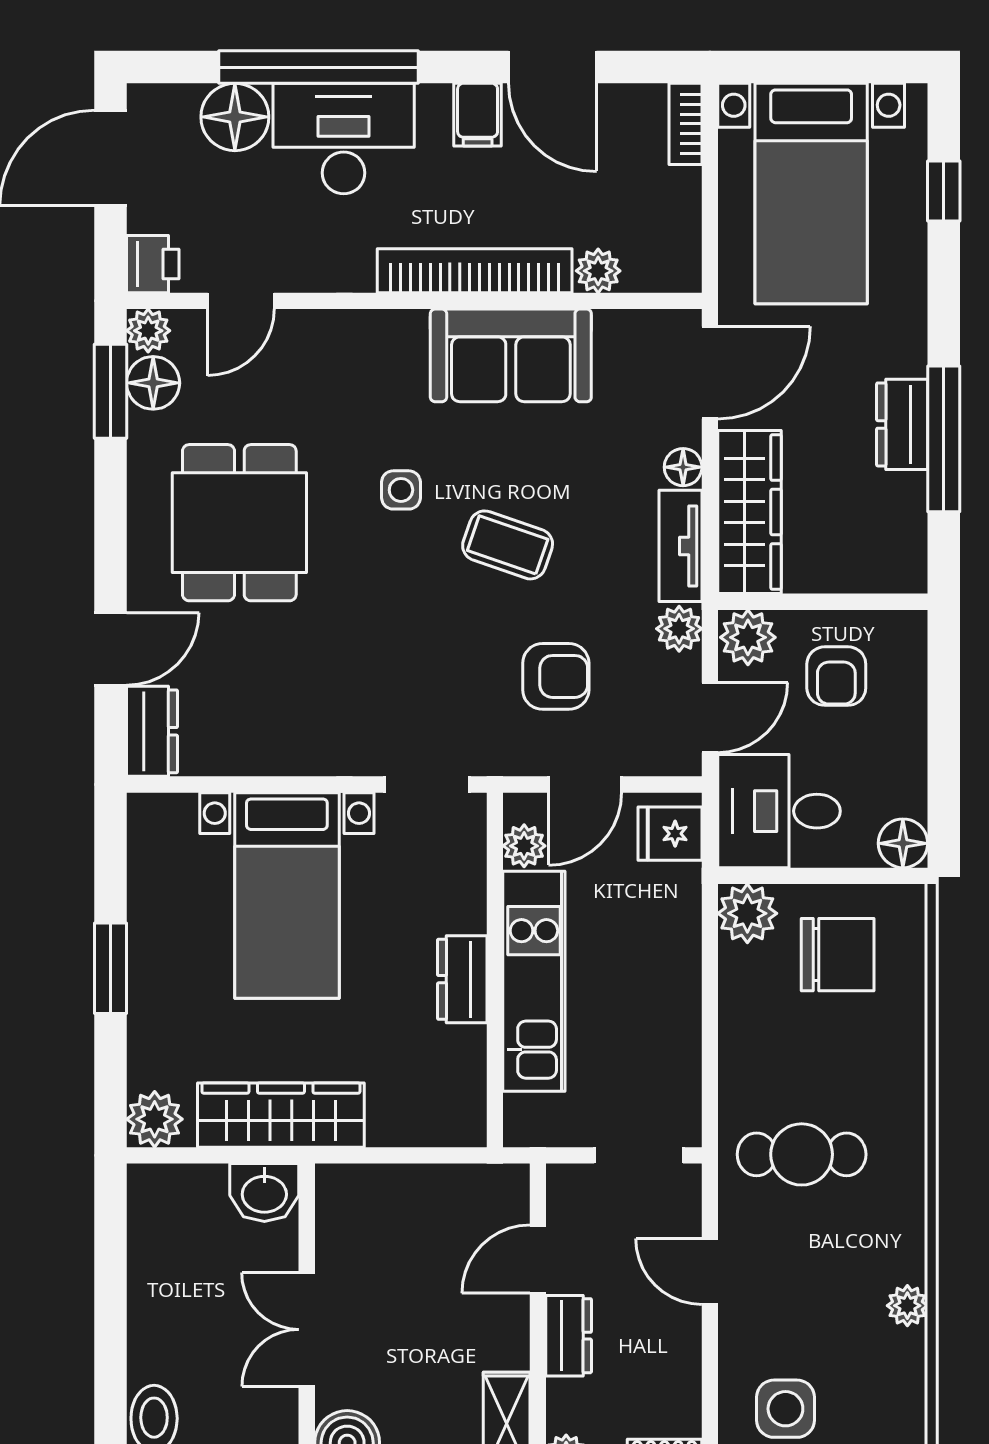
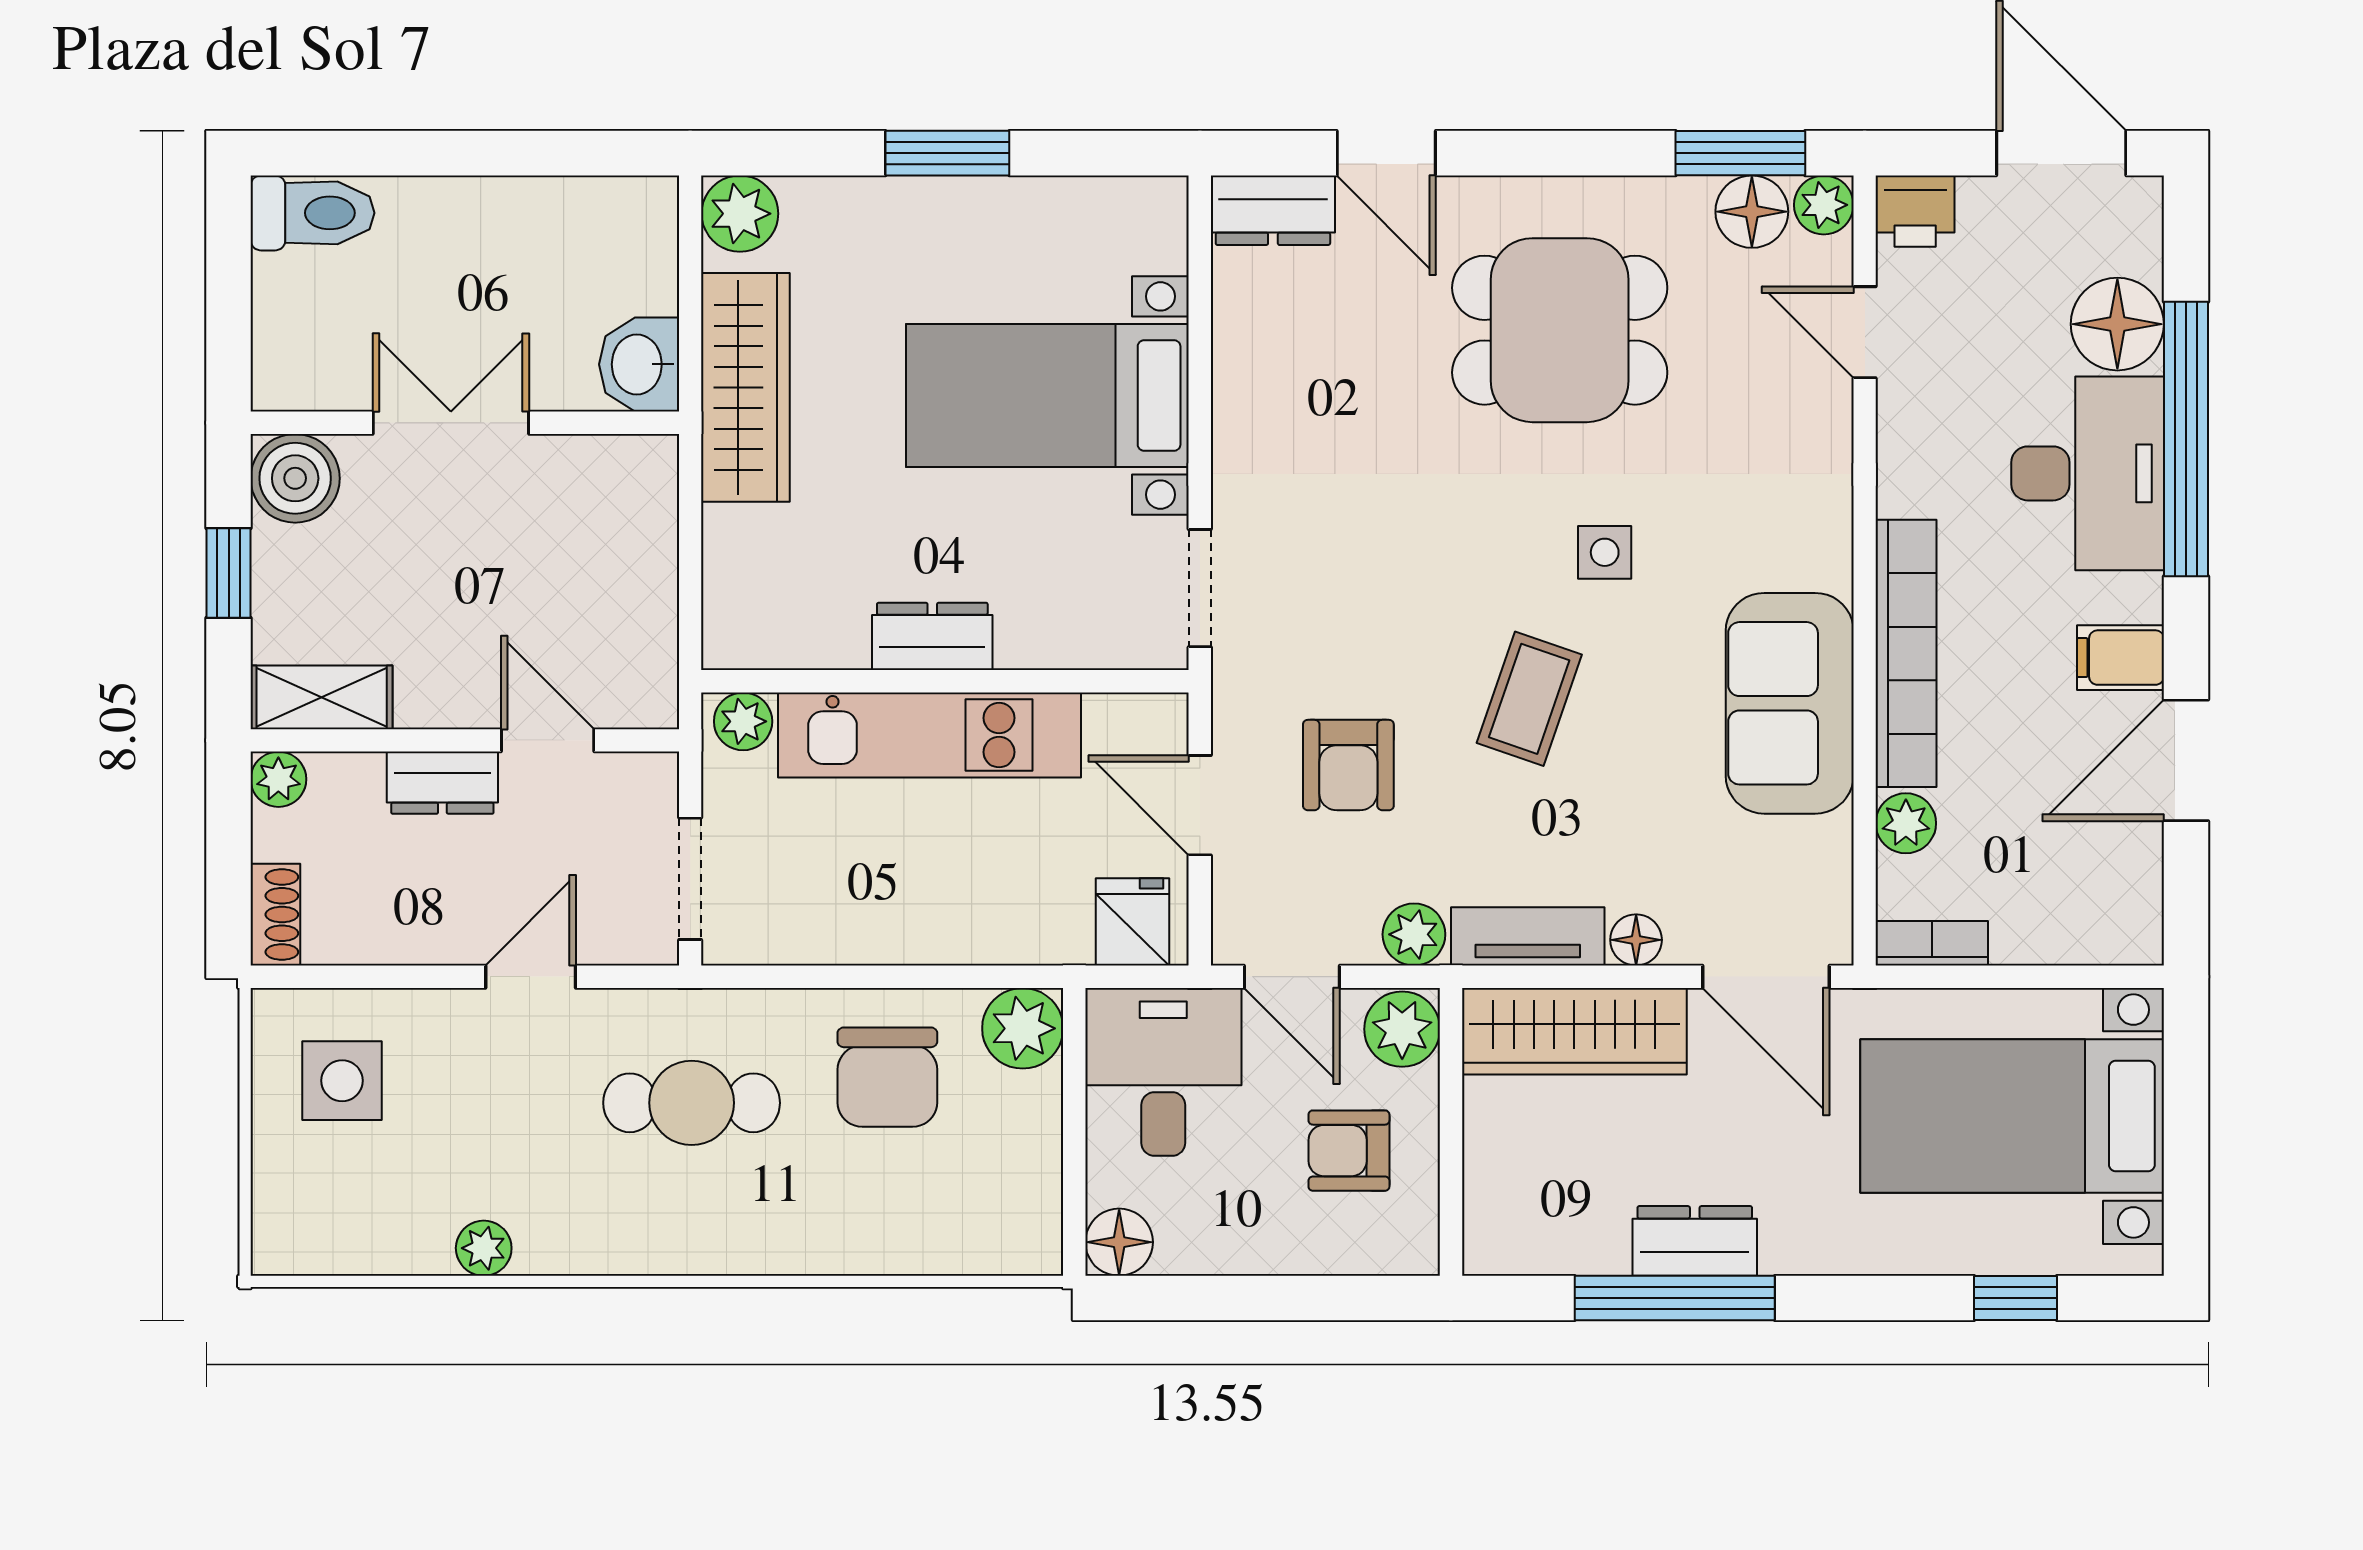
bookcase: (685, 124) -> (1932, 943), moved
plant: (524, 846) -> (743, 721), moved
chair: (838, 955) -> (887, 1077), moved
cafe table: (802, 1154) -> (692, 1103), turned 90

